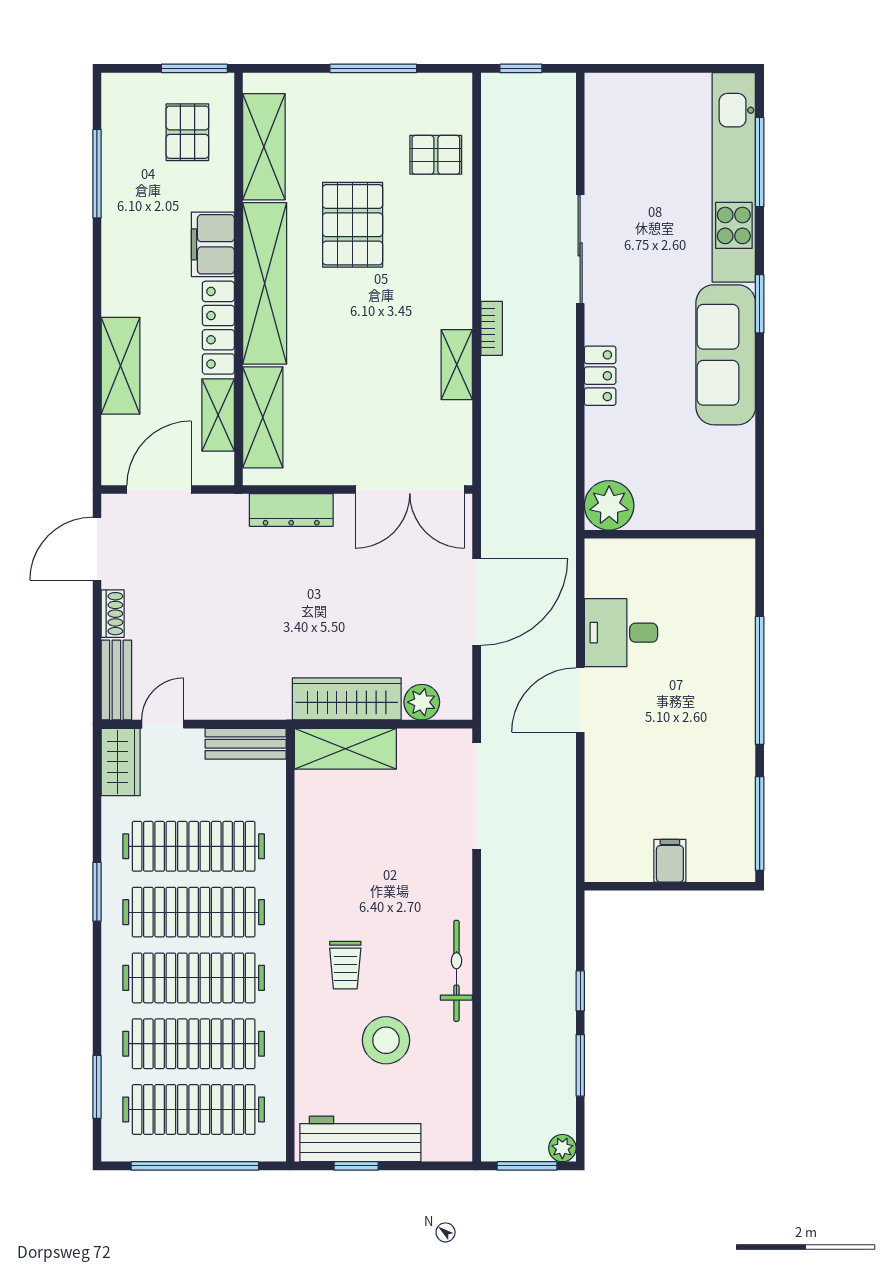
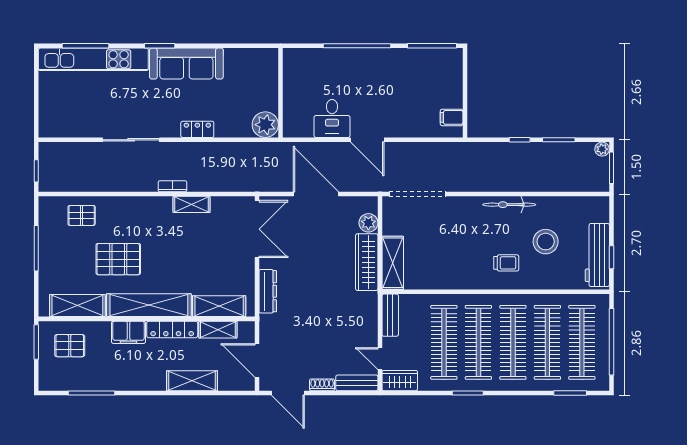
pallet: (436, 155) -> (82, 215), turned 90
filing cabinet: (670, 861) -> (452, 117), moved

